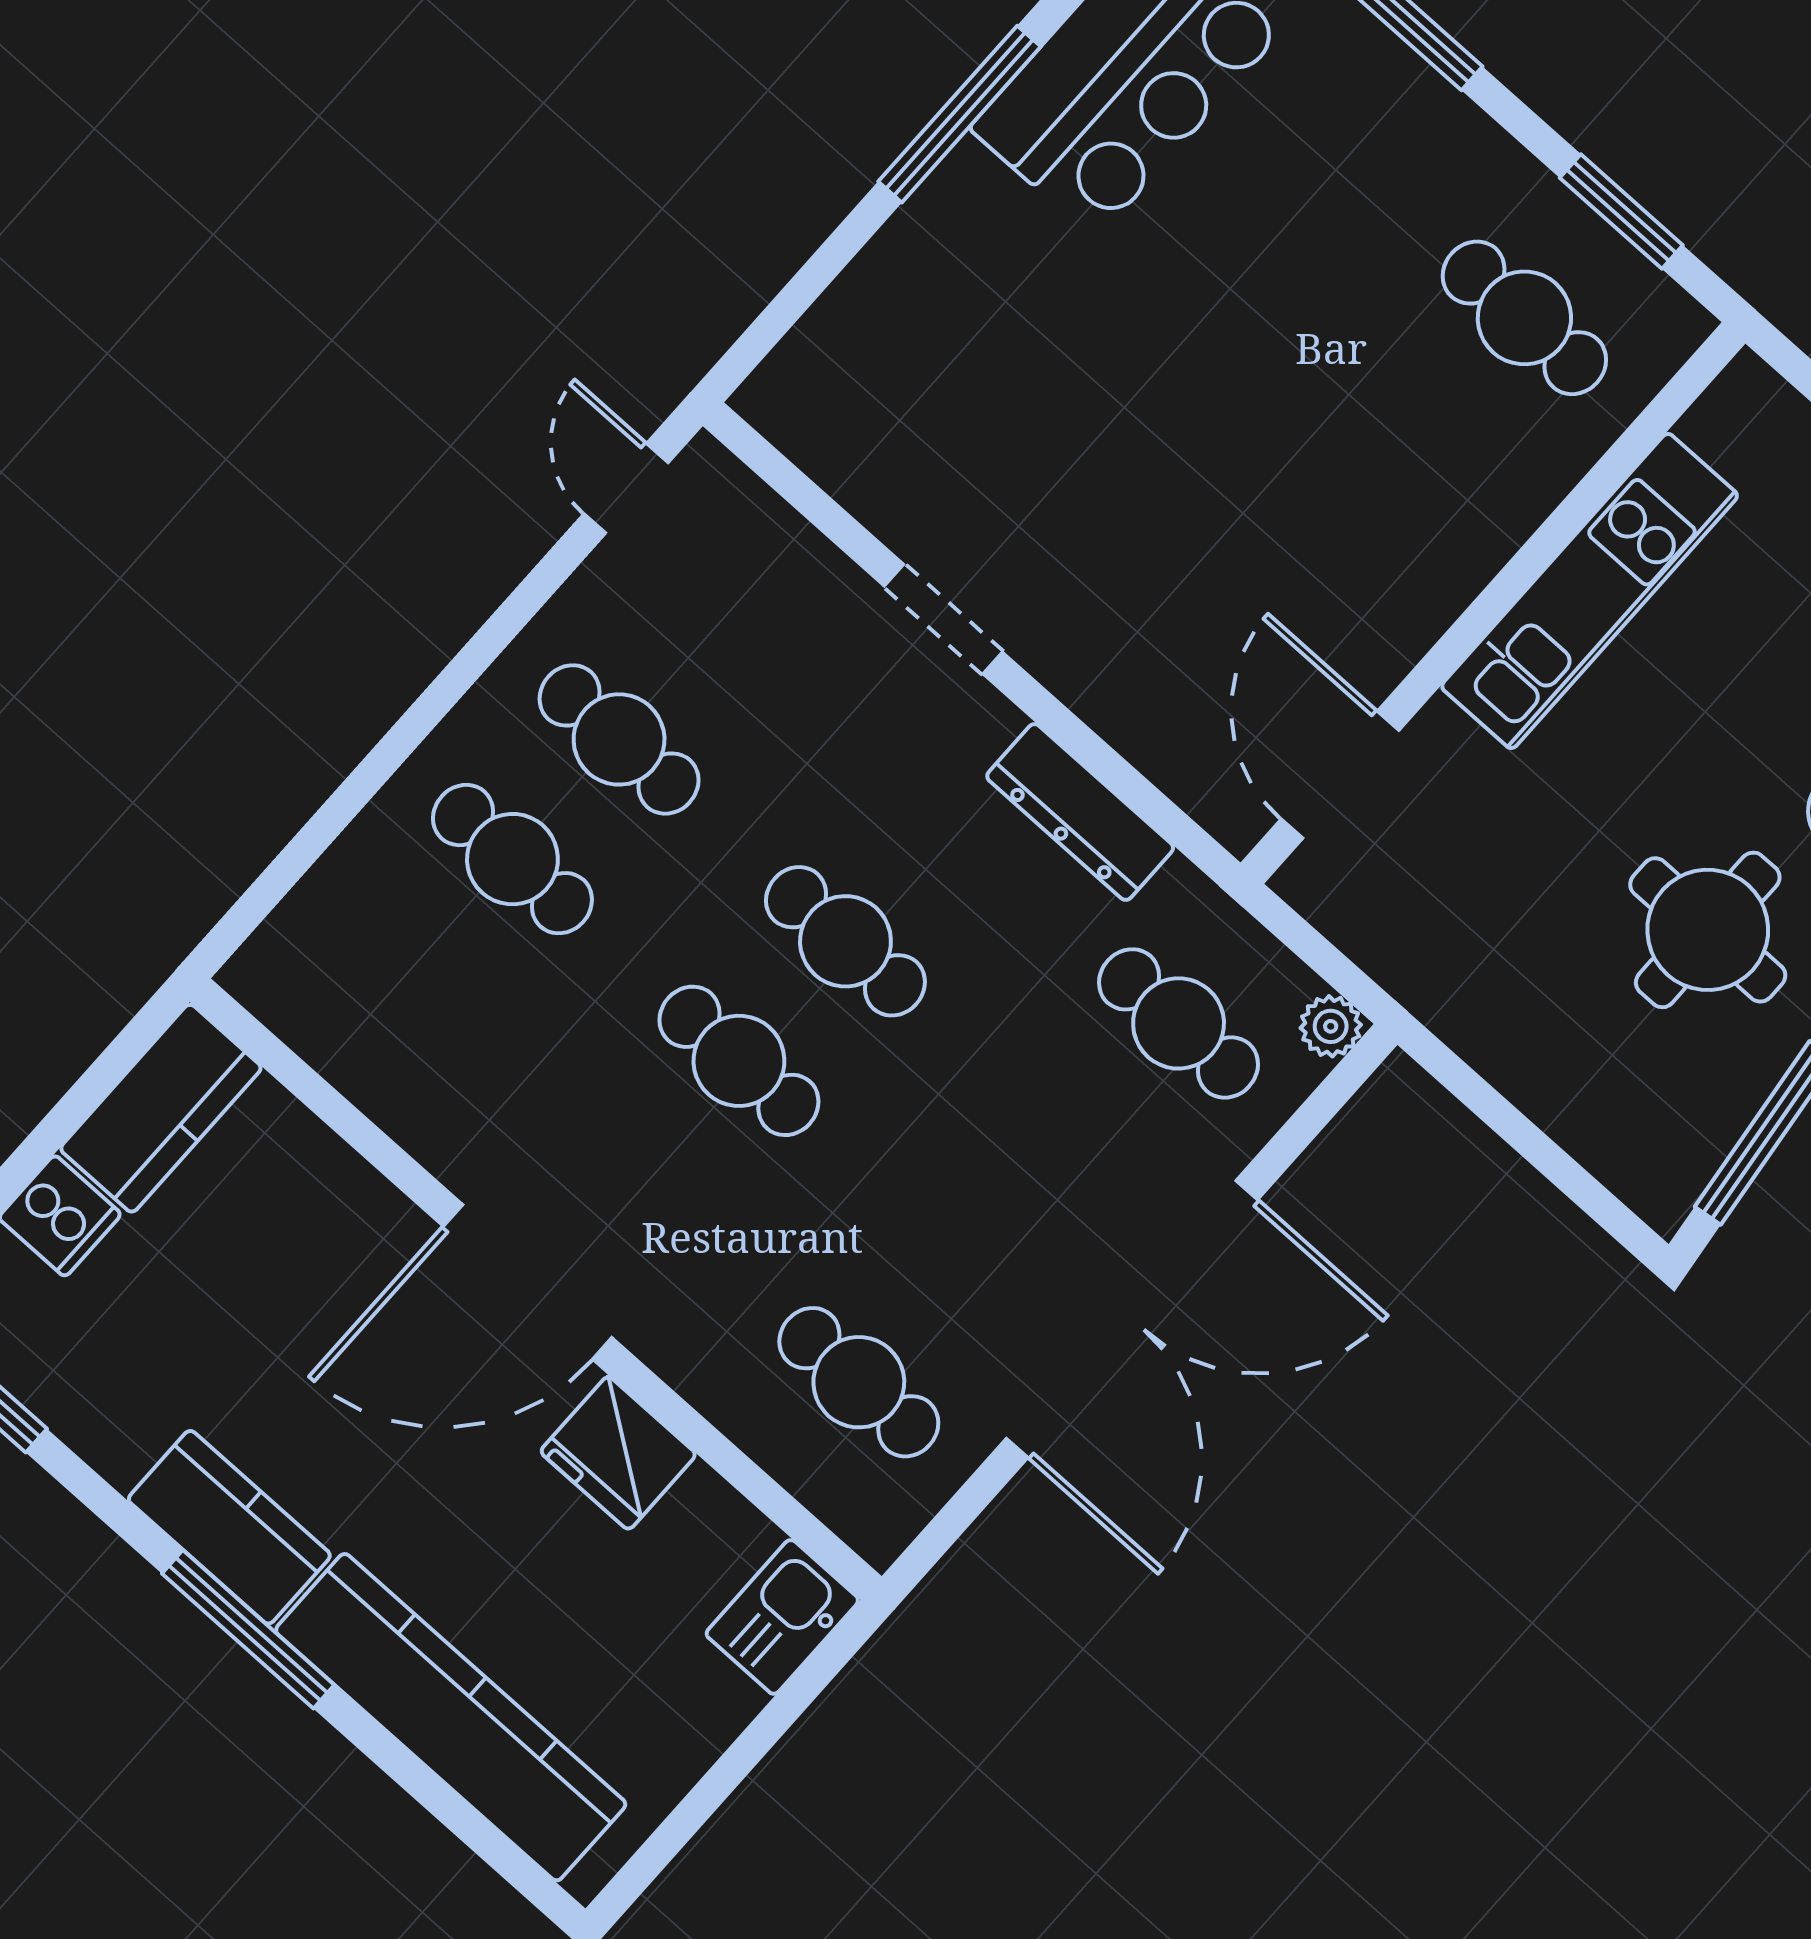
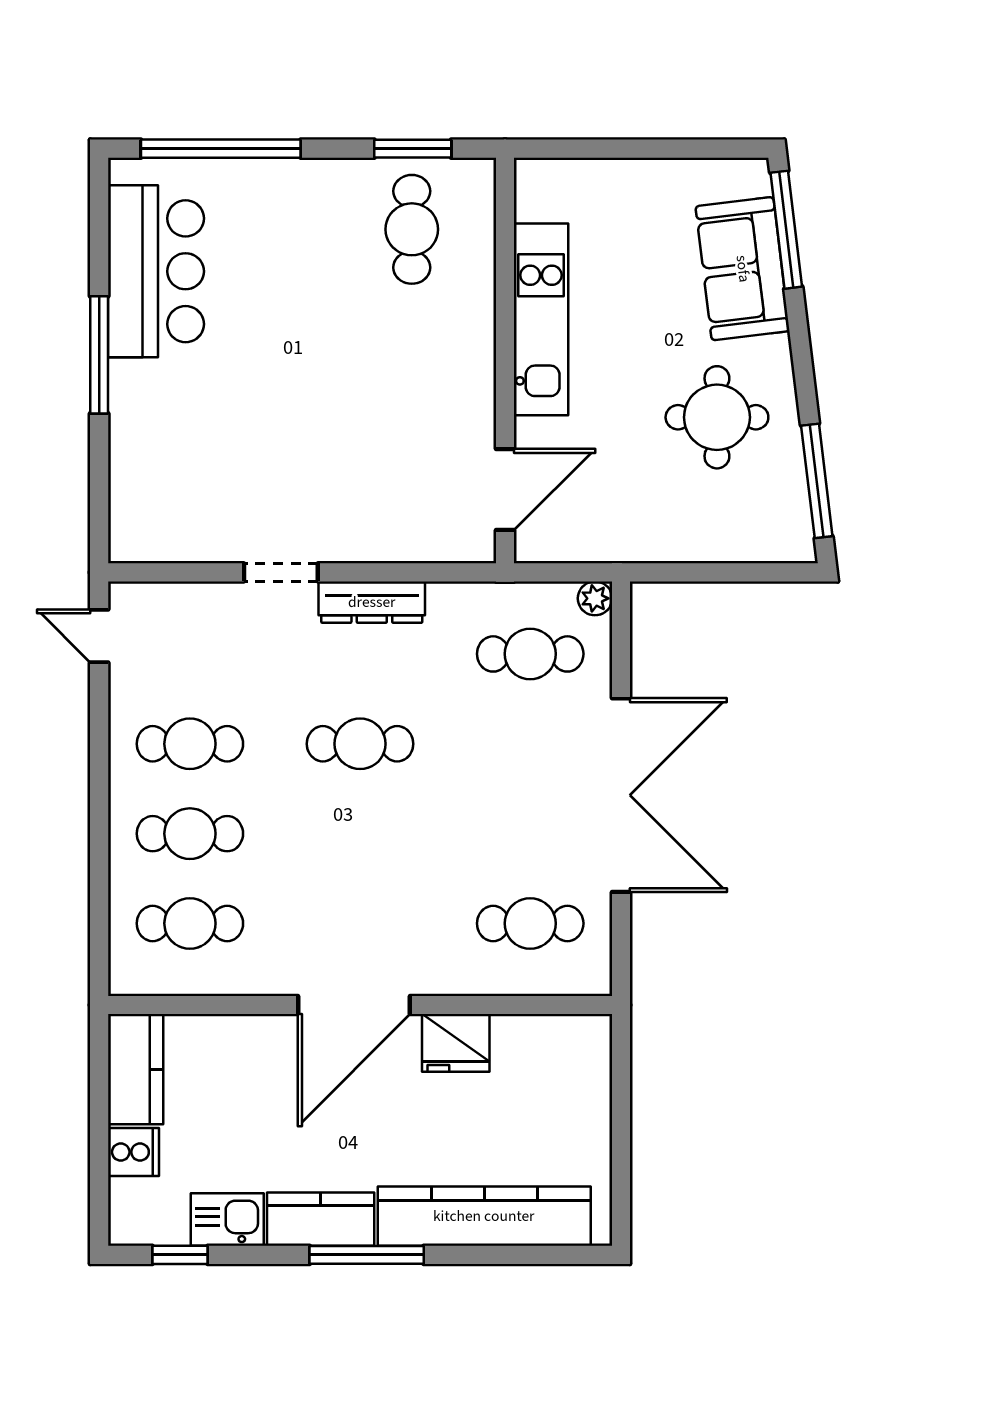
cafe table: (1524, 318) -> (412, 229), turned 90
door: (1340, 775) -> (505, 490), swing flipped
dresser: (1080, 812) -> (372, 602), moved
cafe table: (739, 1061) -> (190, 923), moved
kitchen sink: (782, 1617) -> (227, 1220), moved, turned 90

